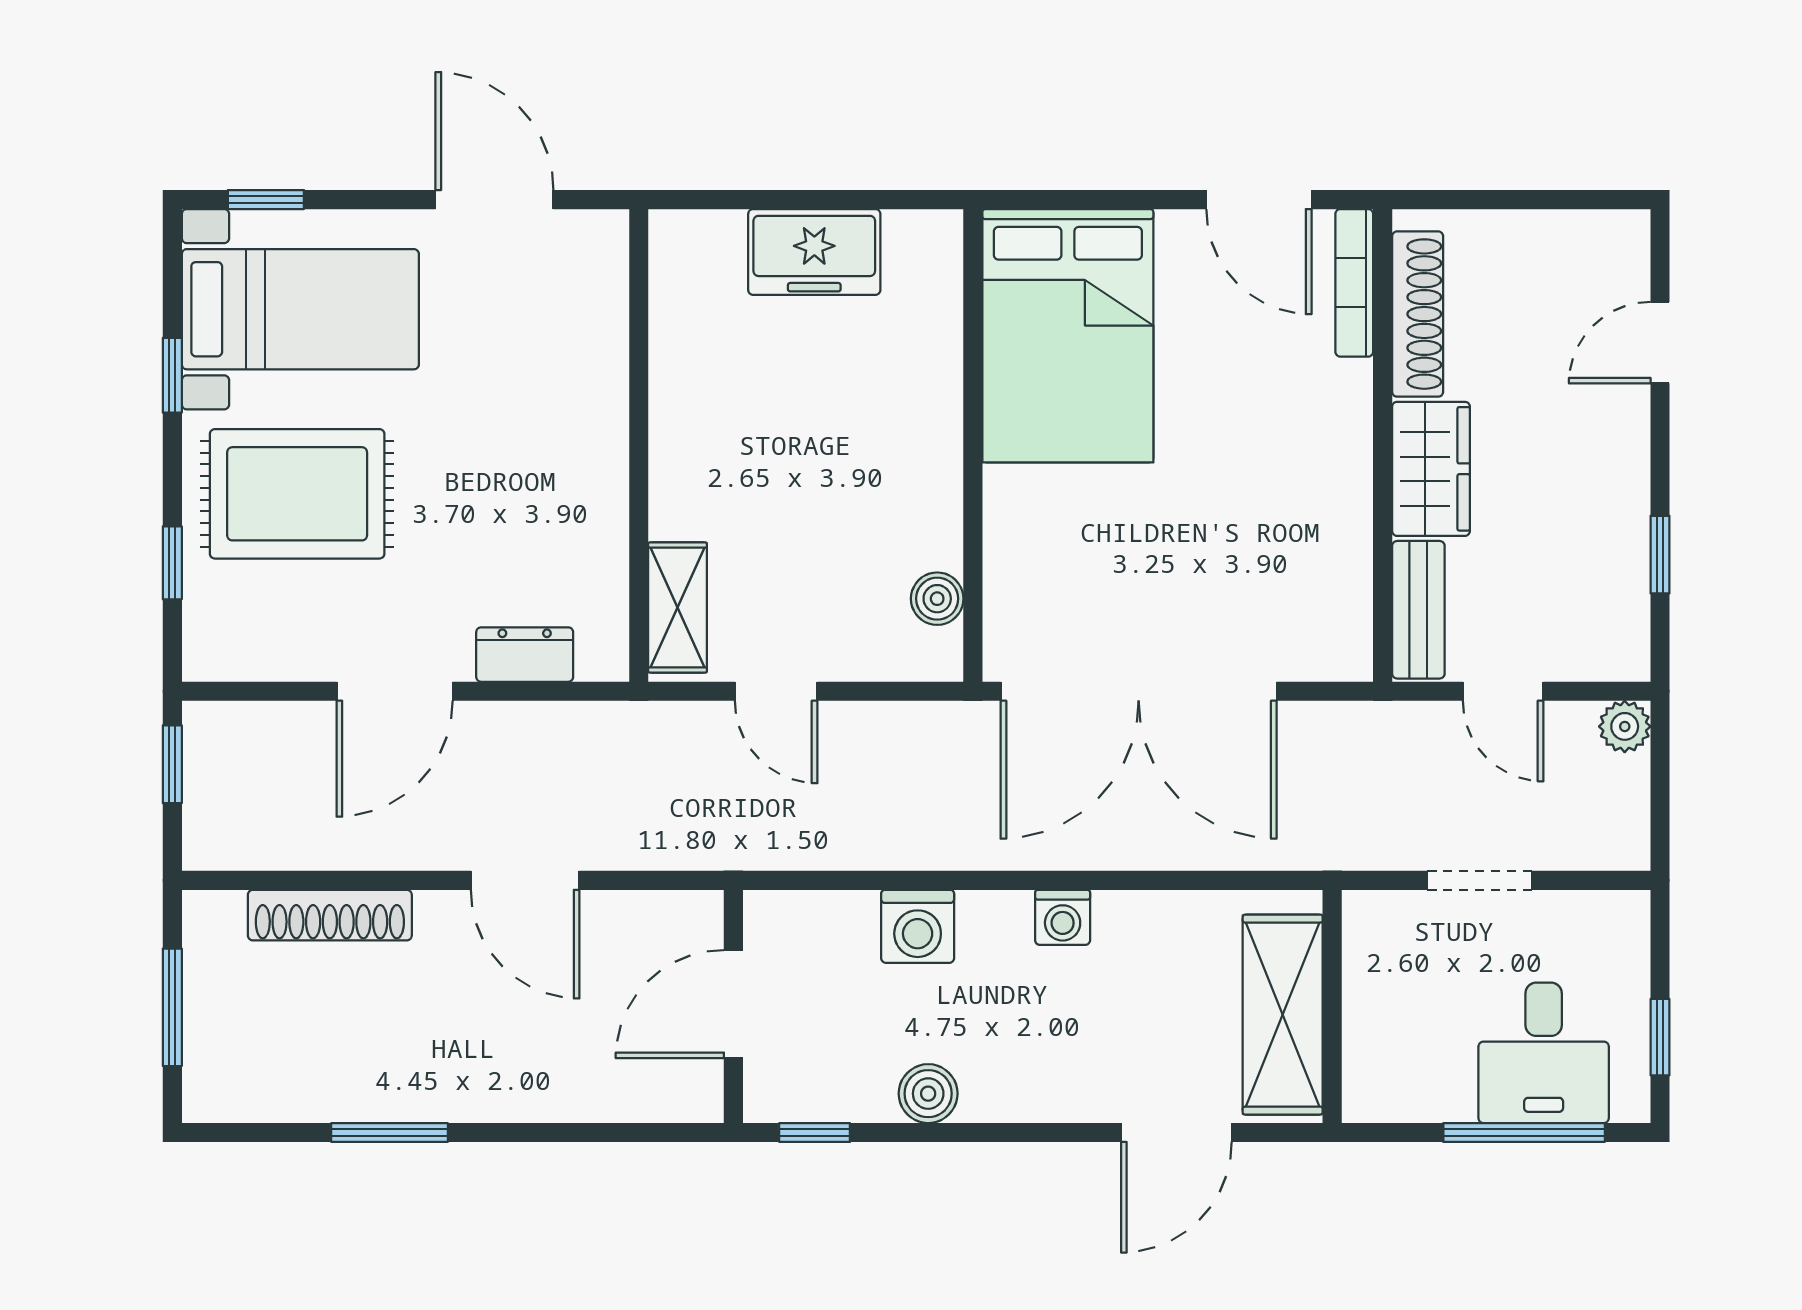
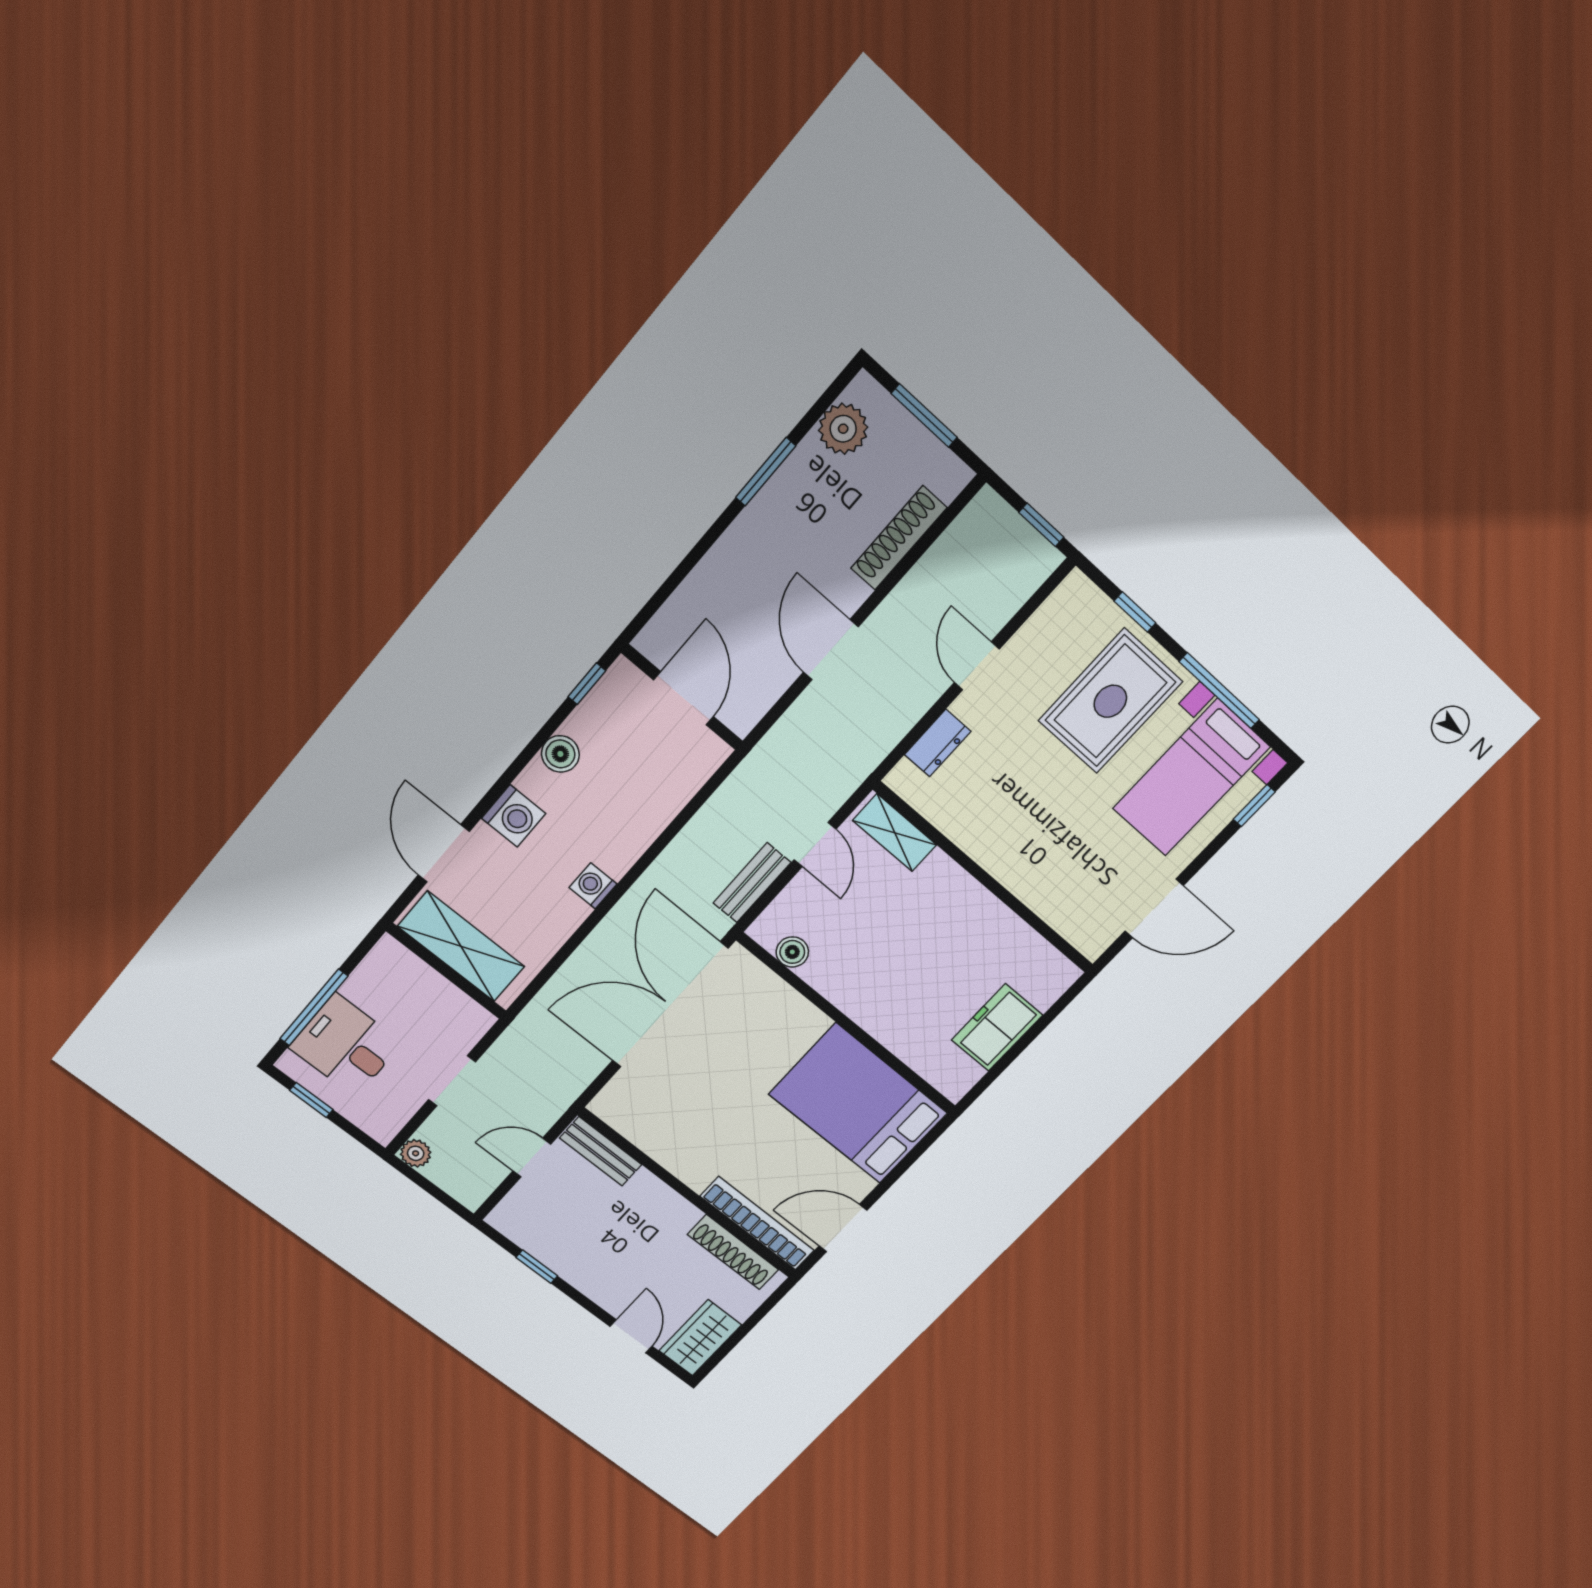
bookcase: (1354, 283) -> (757, 1223), width x1.48, depth x1.31
window: (172, 375) -> (1219, 691), width x2.17
wardrobe: (1431, 469) -> (700, 1338), moved, turned 90
door: (395, 691) -> (977, 666), width x0.73
door: (776, 691) -> (815, 845), swing flipped
bench: (891, 726) -> (752, 883), added
plant: (1625, 726) -> (416, 1153), moved
door: (525, 880) -> (831, 650), hinge flipped
washing machine: (918, 926) -> (514, 816), moved, turned 180
plant: (266, 1086) -> (843, 429), added

